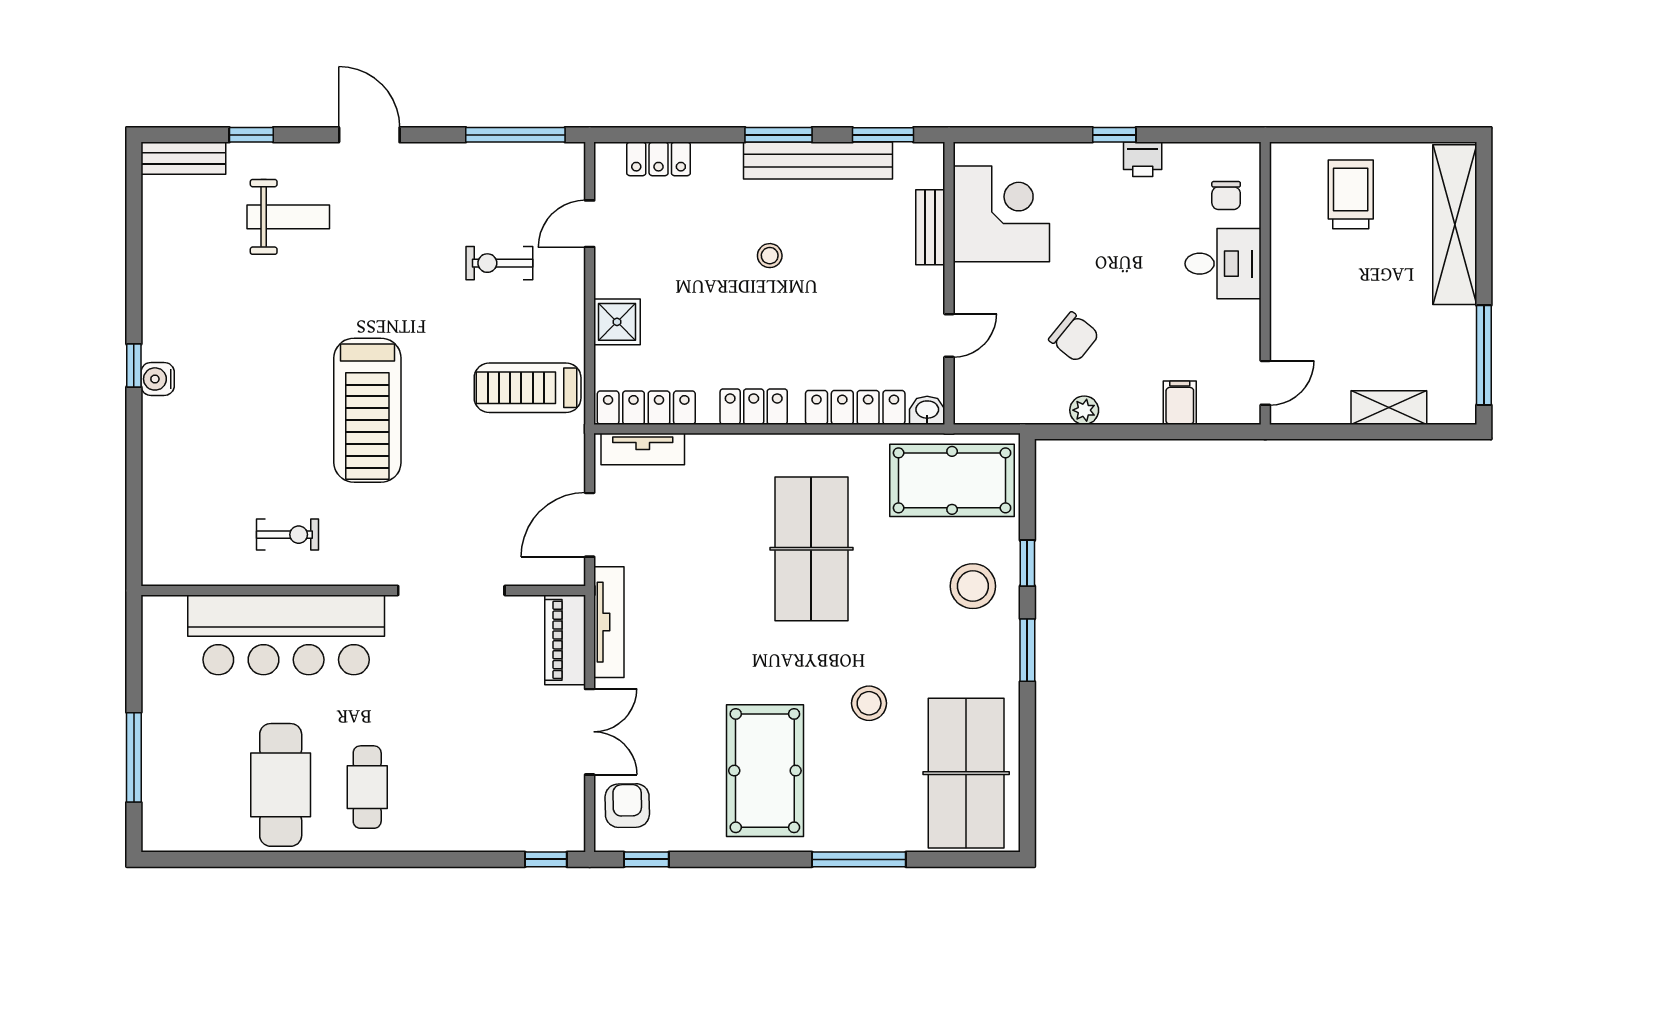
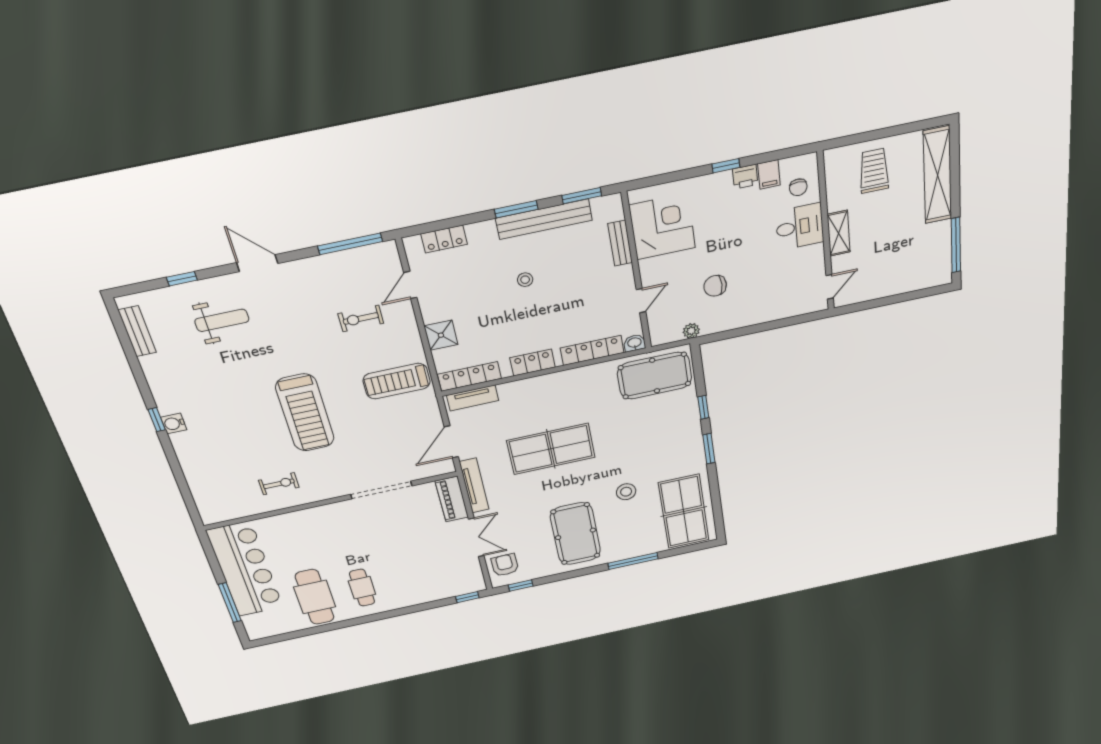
bench: (183, 158) -> (137, 331), moved, turned 90
chair: (1074, 337) -> (715, 286), turned 141
filing cabinet: (1180, 403) -> (769, 174), moved, turned 180
shelving: (1389, 408) -> (839, 233), moved, turned 90
plant: (1084, 410) -> (691, 331), moved
table tennis table: (811, 549) -> (551, 449), moved, turned 90
stool: (973, 586) -> (674, 425), removed
bar counter: (286, 635) -> (245, 569), moved, turned -90

